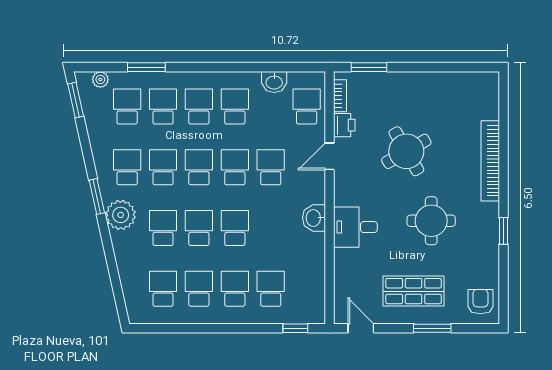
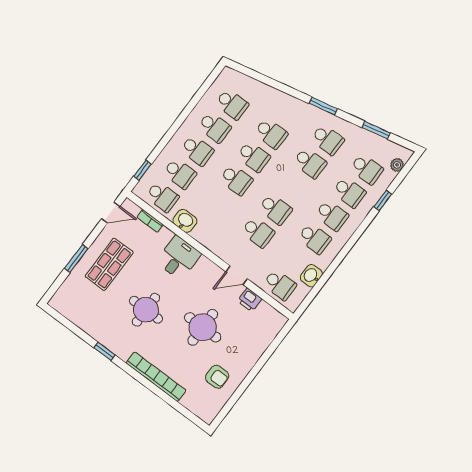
window: (146, 67) -> (383, 201), width x0.67
window: (369, 67) -> (275, 344), removed
bookcase: (340, 96) -> (150, 221), moved
window: (76, 100) -> (376, 130), moved
round table: (406, 151) -> (203, 327), turned 30
door: (329, 156) -> (237, 275), swing flipped
school desk: (199, 167) -> (162, 197), moved
plant: (121, 215) -> (300, 112), removed
washbasin: (314, 218) -> (185, 221), moved
armchair: (480, 302) -> (217, 377), moved

